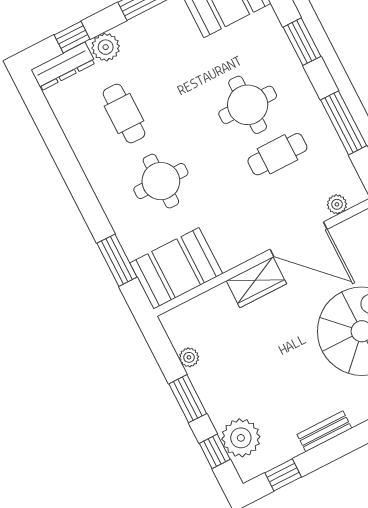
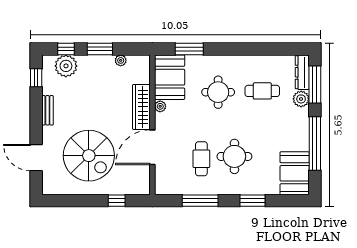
window: (72, 37) -> (315, 84), width x2.17
plant: (337, 204) -> (160, 106), moved
wardrobe: (256, 282) -> (141, 107), width x1.50

